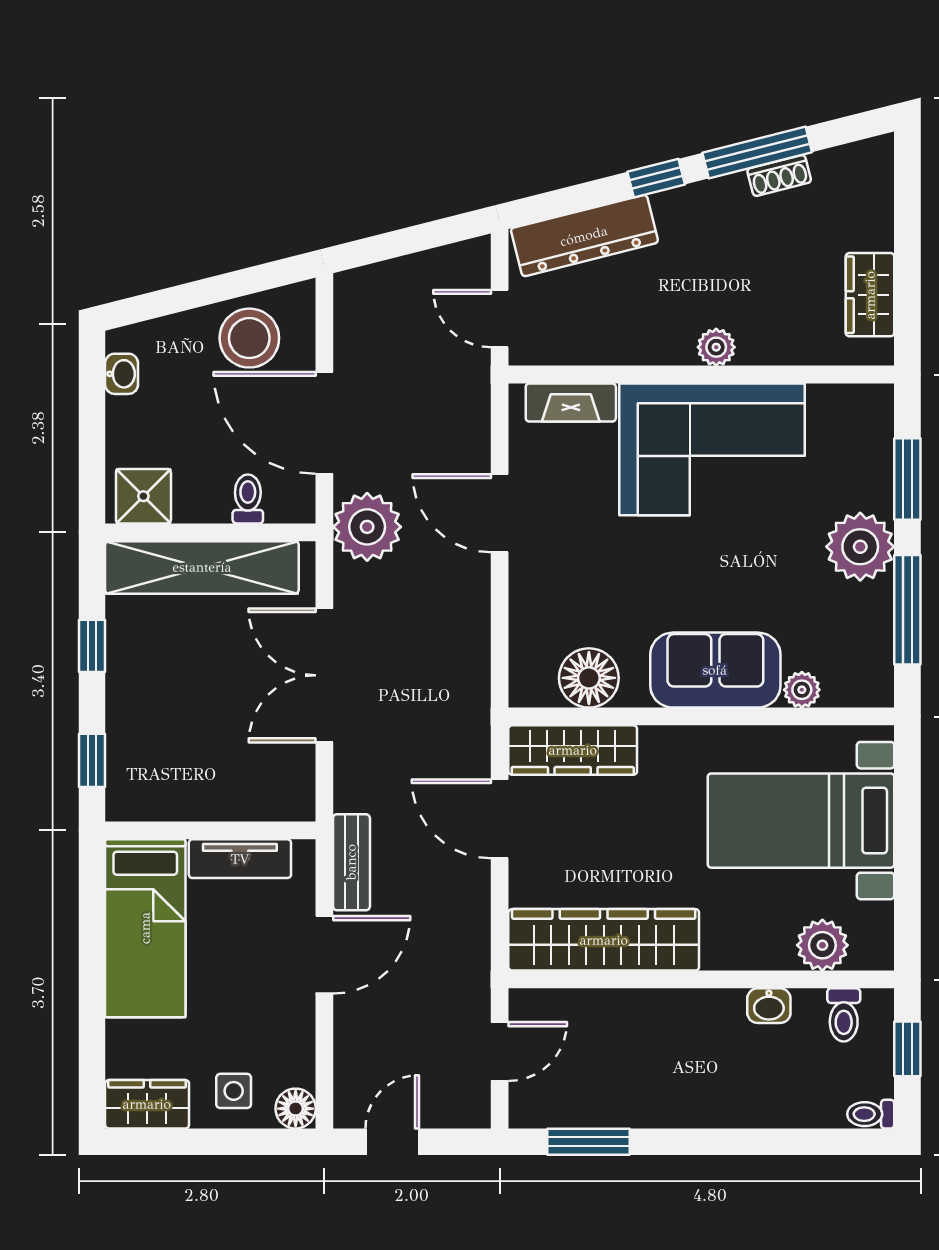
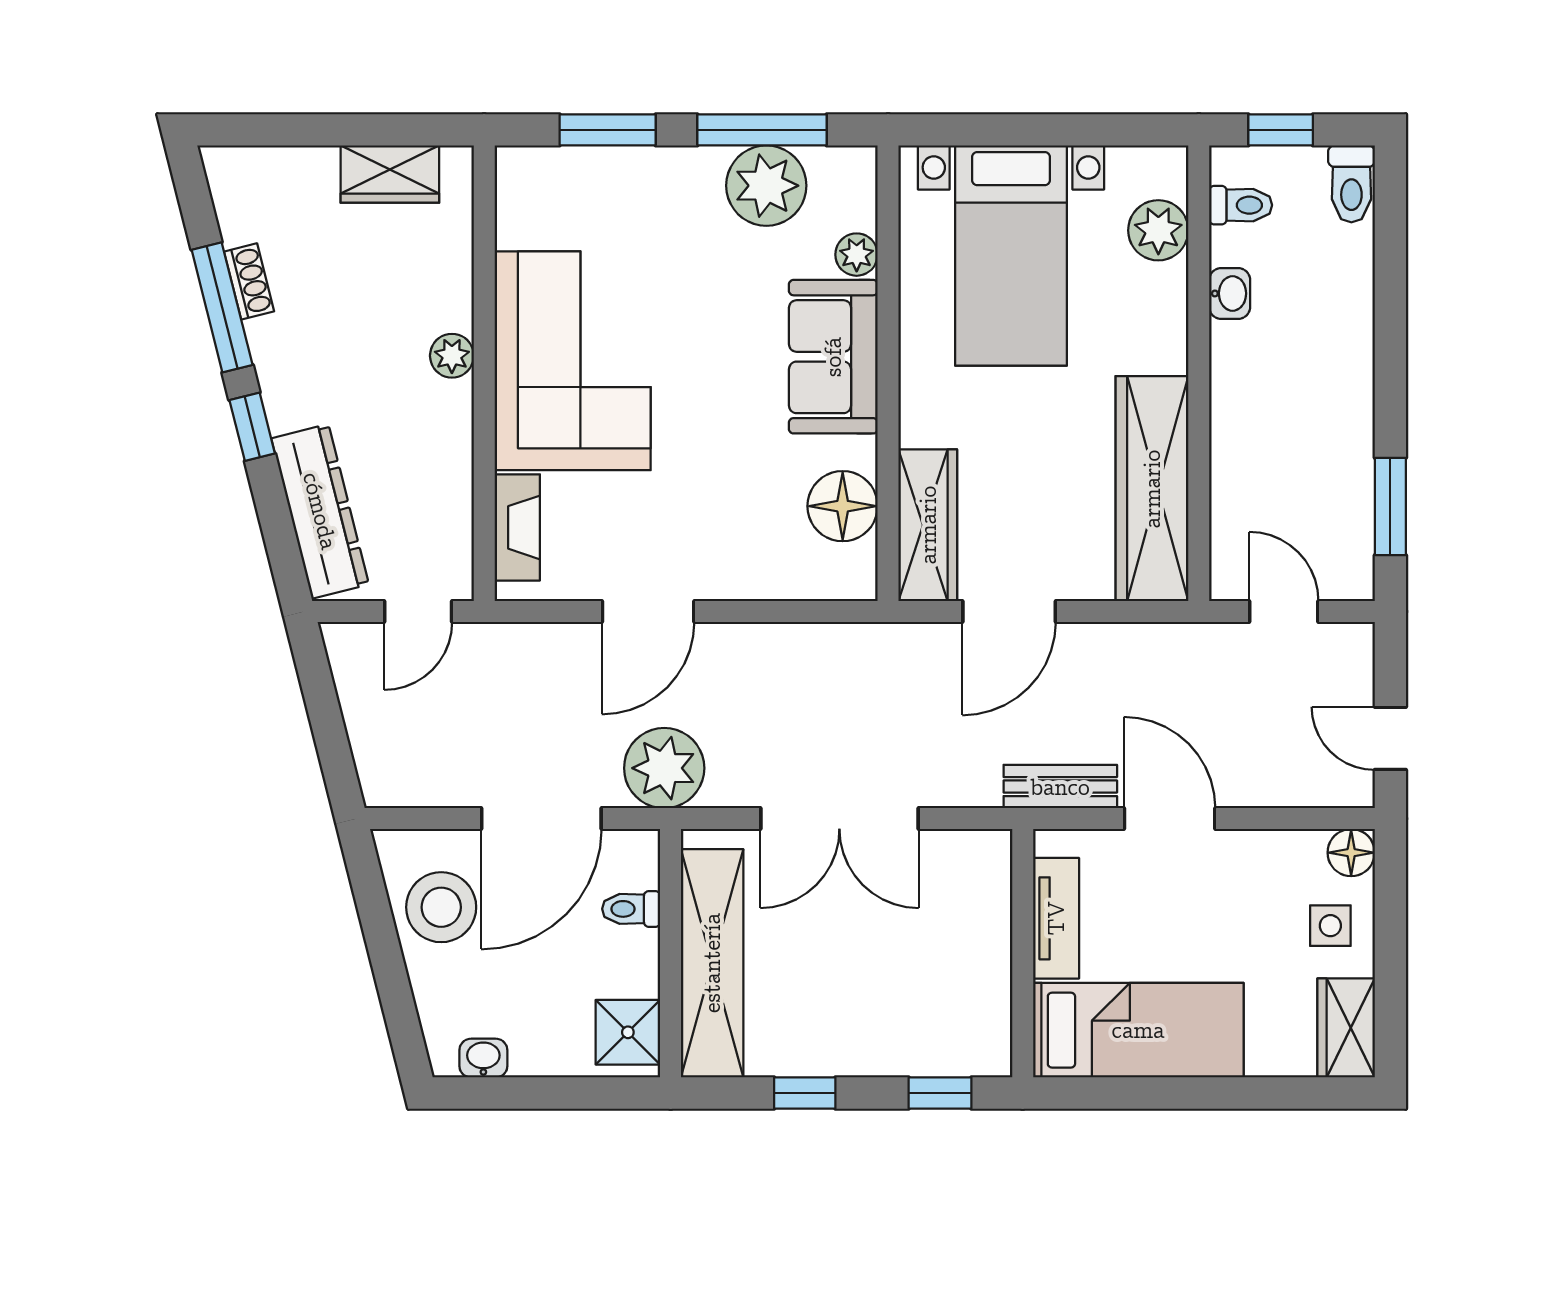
plant: (860, 547) -> (766, 186), moved
toilet: (871, 1114) -> (1351, 184), width x1.37, depth x1.39

